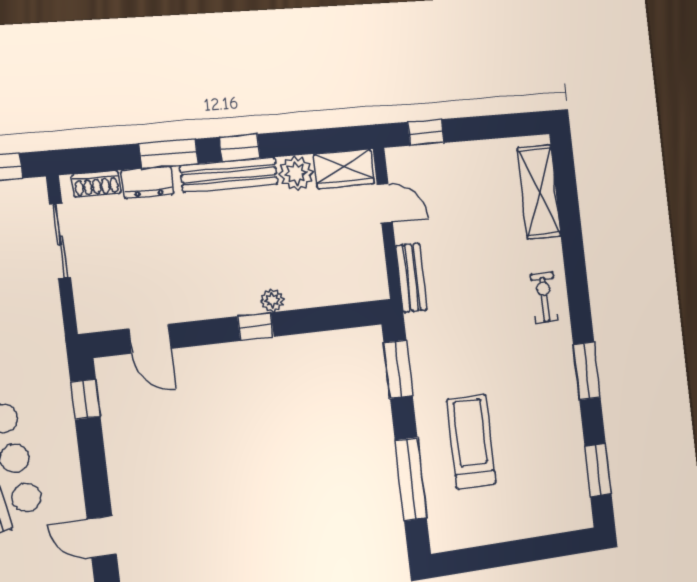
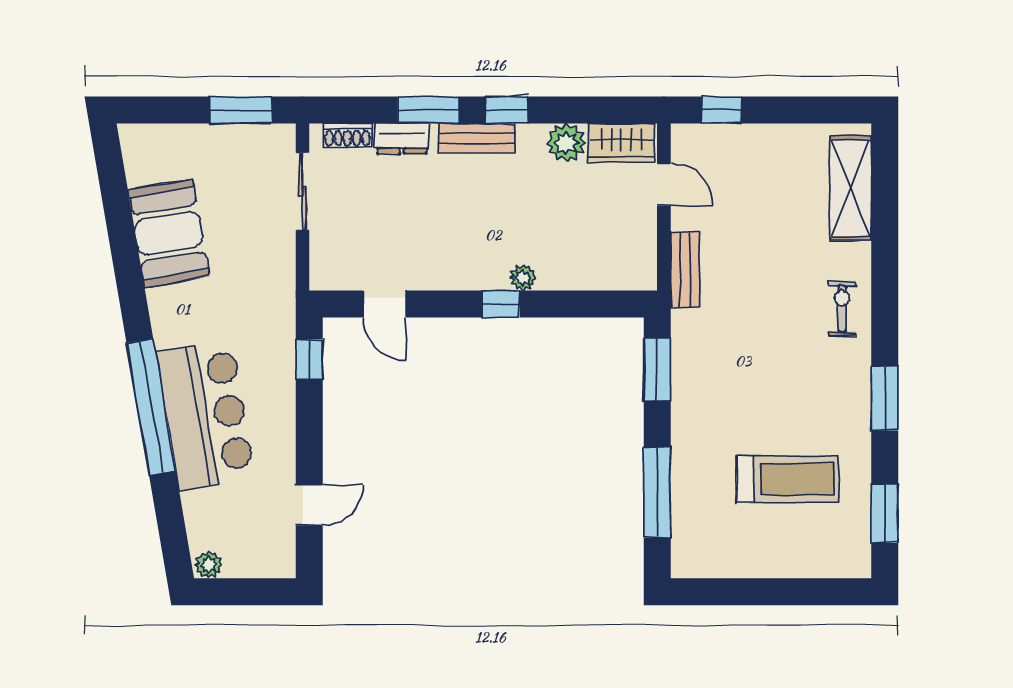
bench: (229, 175) -> (477, 138), width x0.73
treadmill: (471, 442) -> (788, 479), moved, turned 90
door: (102, 537) -> (309, 505), swing flipped

